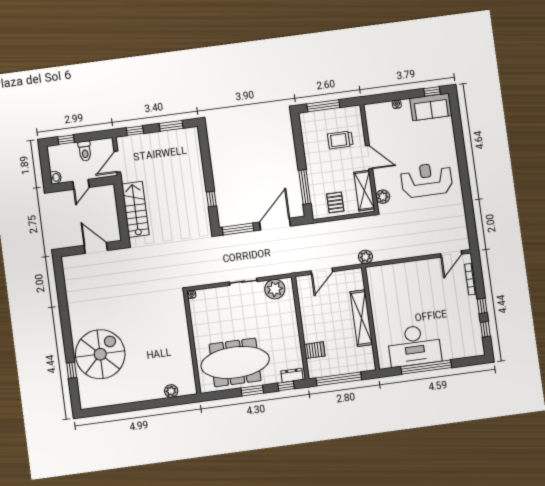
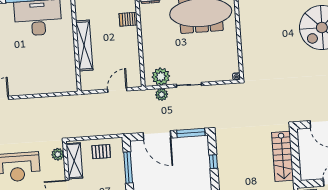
pallet: (335, 202) -> (101, 152), turned 90
door: (275, 224) -> (157, 135), hinge flipped
plant: (365, 257) -> (162, 95), moved

